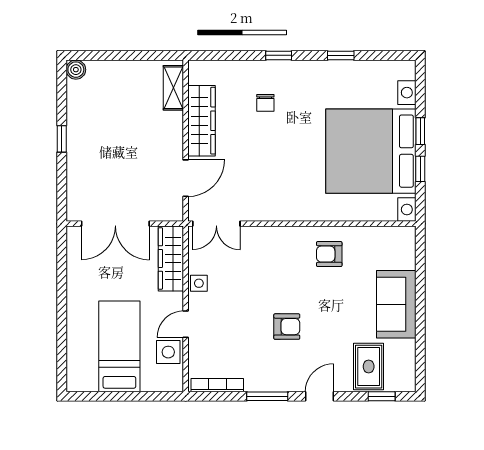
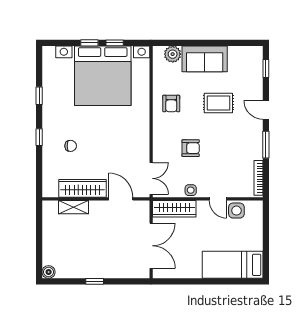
shelving: (173, 88) -> (73, 207), moved
plant: (403, 256) -> (173, 54), added
armchair: (287, 327) -> (191, 148), moved, turned 90
bed: (119, 346) -> (233, 265), moved
rug: (369, 367) -> (218, 103), moved

